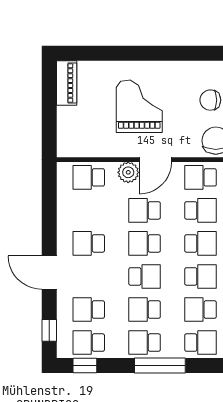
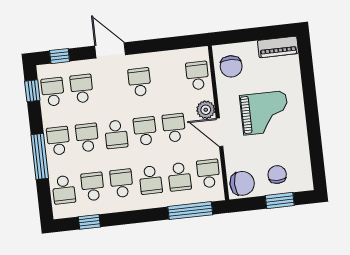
chair: (83, 138) -> (231, 66), added
door: (49, 273) -> (110, 50), hinge flipped
school desk: (200, 276) -> (122, 183), turned 180

